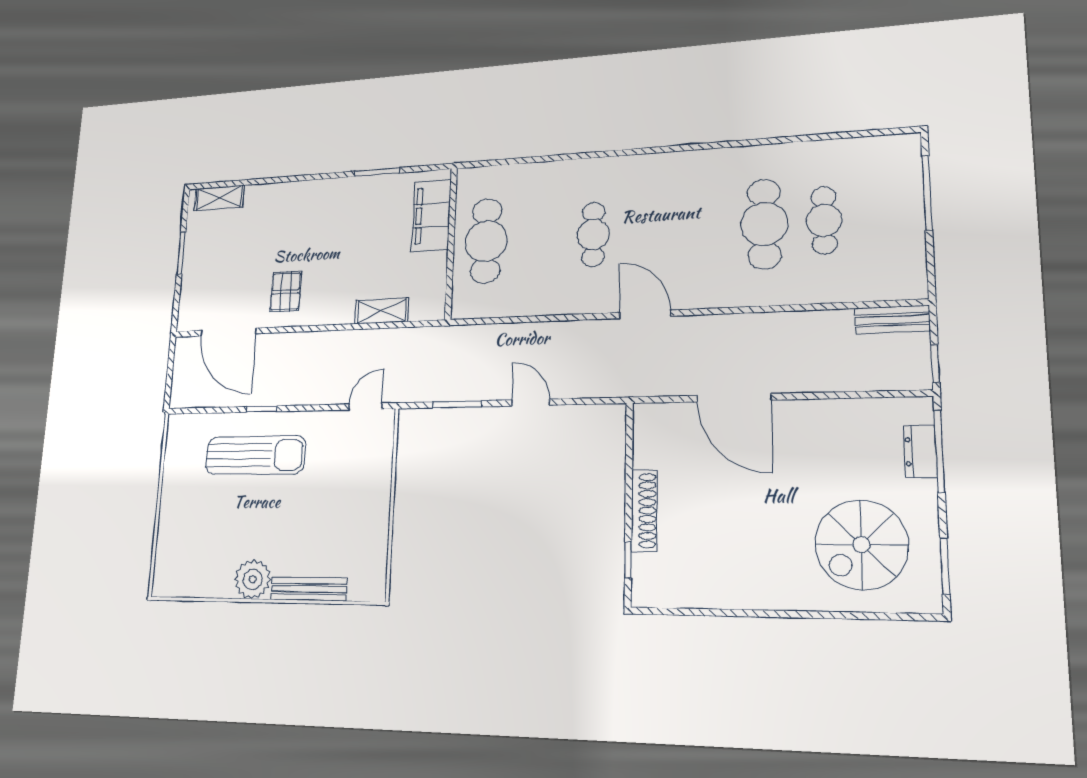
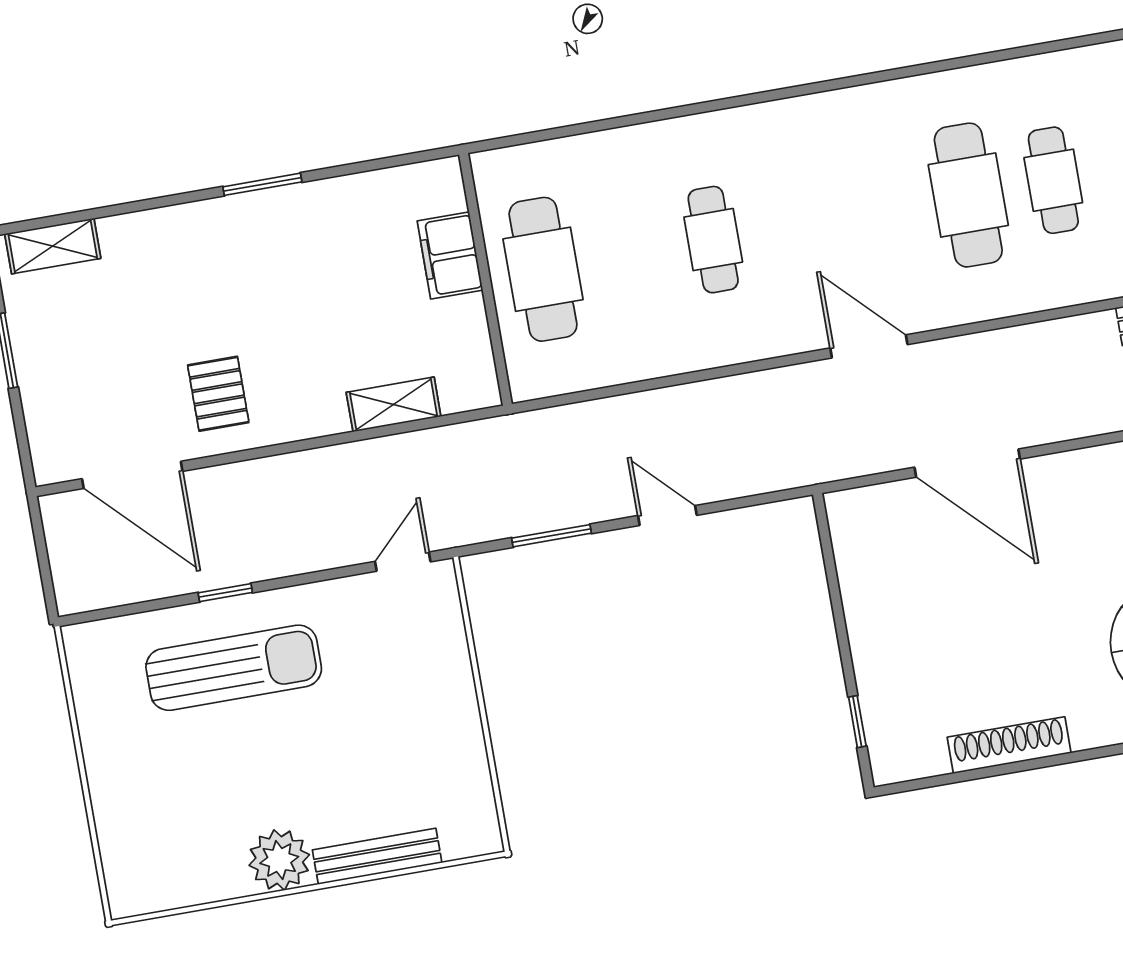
window: (377, 172) -> (262, 184), moved
filing cabinet: (431, 215) -> (450, 255), width x0.67, depth x0.86
door: (645, 314) -> (869, 346), moved
shoe rack: (644, 511) -> (1009, 745), moved, turned -90

